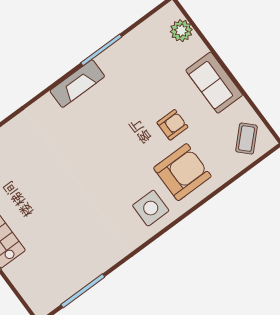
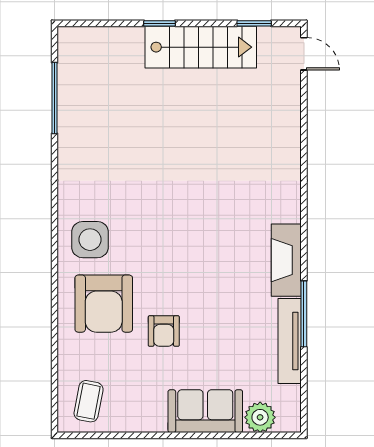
tv unit: (123, 46) -> (290, 341), added
sofa: (214, 83) -> (205, 411), moved
coffee table: (246, 139) -> (89, 401), turned 56

